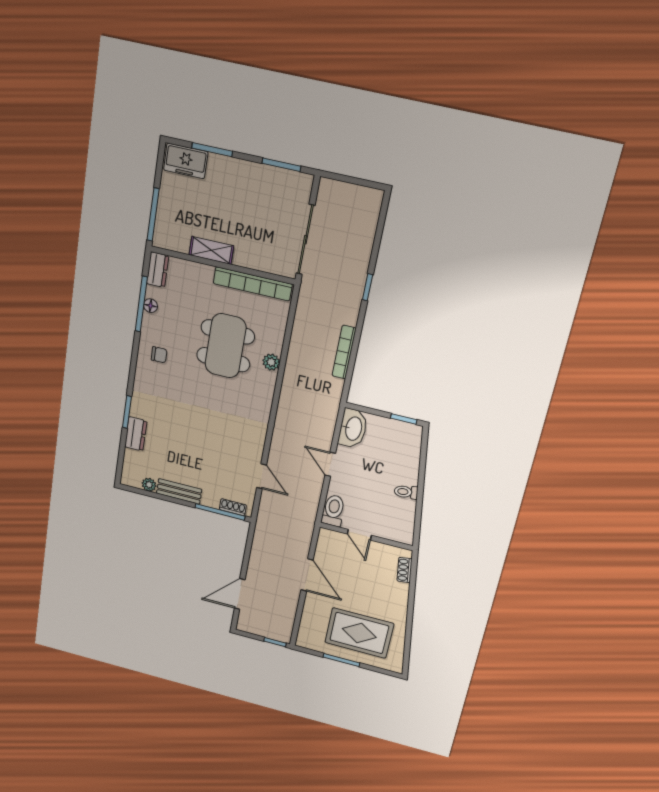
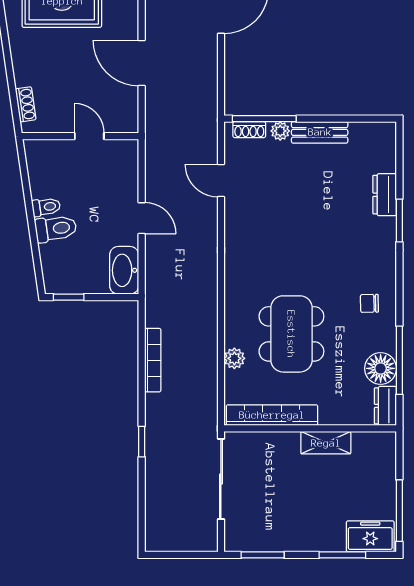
window: (153, 215) -> (399, 511), moved
floor lamp: (150, 306) -> (381, 368), width x1.89, depth x1.89
plant: (271, 362) -> (234, 358), moved
plant: (149, 485) -> (280, 131), moved
toilet: (333, 510) -> (56, 229), moved, turned -98

